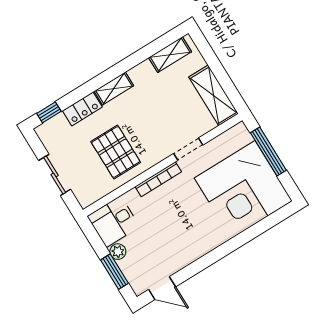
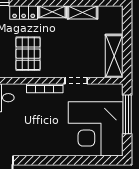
shelving: (170, 55) -> (82, 12), moved

